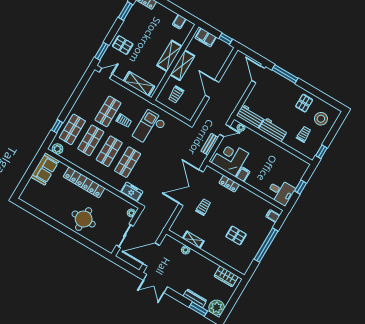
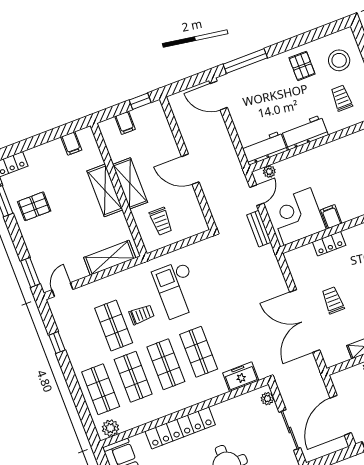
filing cabinet: (206, 37) -> (125, 123), width x0.50
pallet: (123, 45) -> (34, 206), moved
window: (57, 126) -> (57, 343), moved
double door: (191, 188) -> (305, 321), moved

